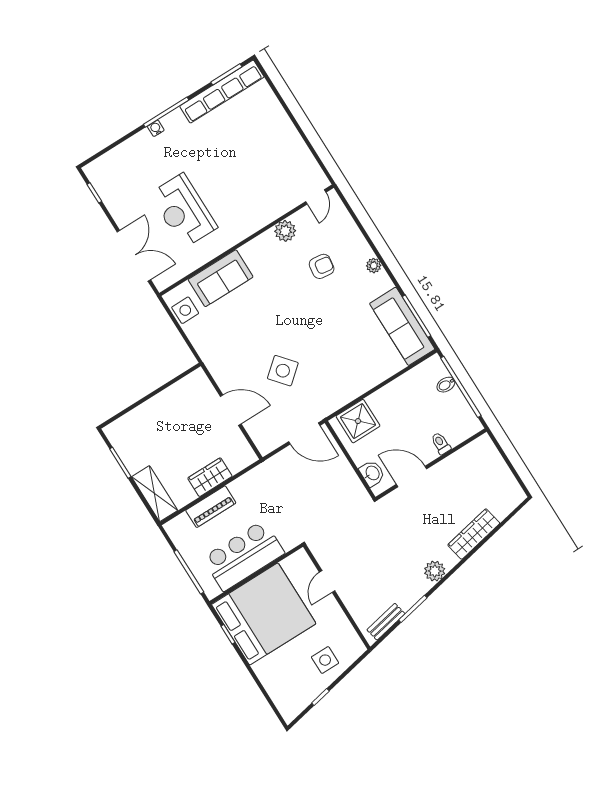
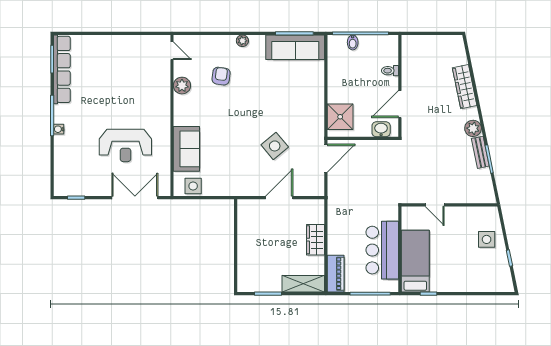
piano: (211, 507) -> (336, 274), moved
bed: (264, 614) -> (415, 261), width x0.49
bench: (386, 622) -> (480, 152), moved

